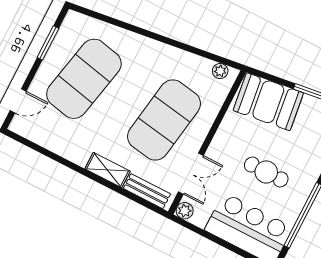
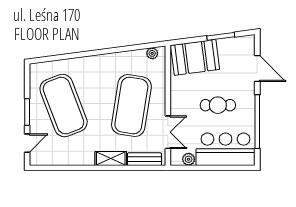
window: (48, 43) -> (27, 112), moved
exercise mat: (84, 79) -> (64, 106), turned -33
plant: (185, 211) -> (189, 159), moved

